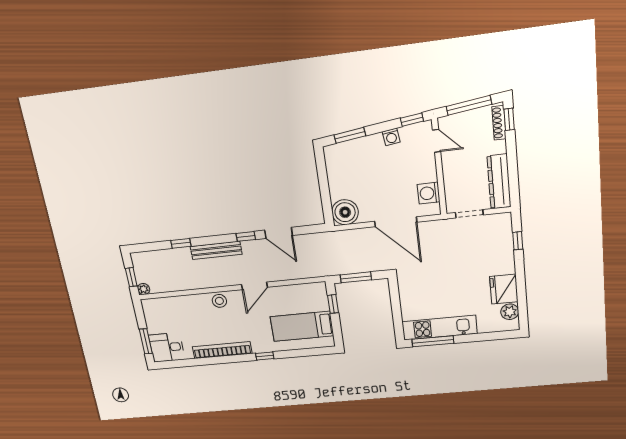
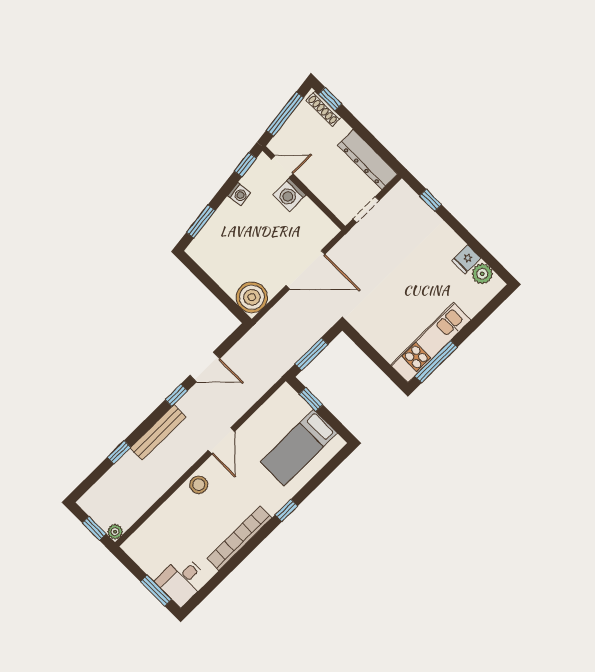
washing machine: (429, 193) -> (289, 195), moved
fridge: (504, 289) -> (466, 259), width x0.53, depth x0.75

